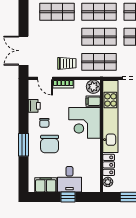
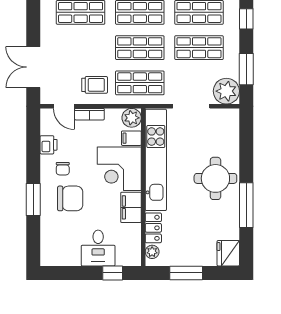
chair: (50, 144) -> (70, 198), turned -90
filing cabinet: (46, 185) -> (131, 207), moved, turned -90
window: (68, 197) -> (113, 273), moved

